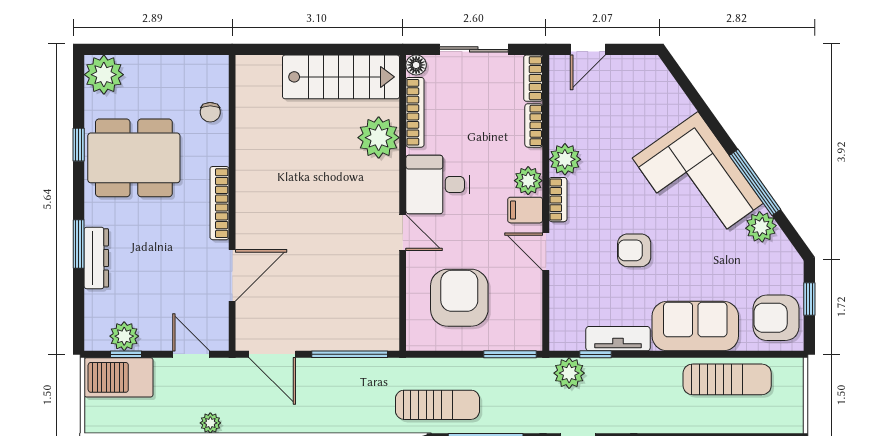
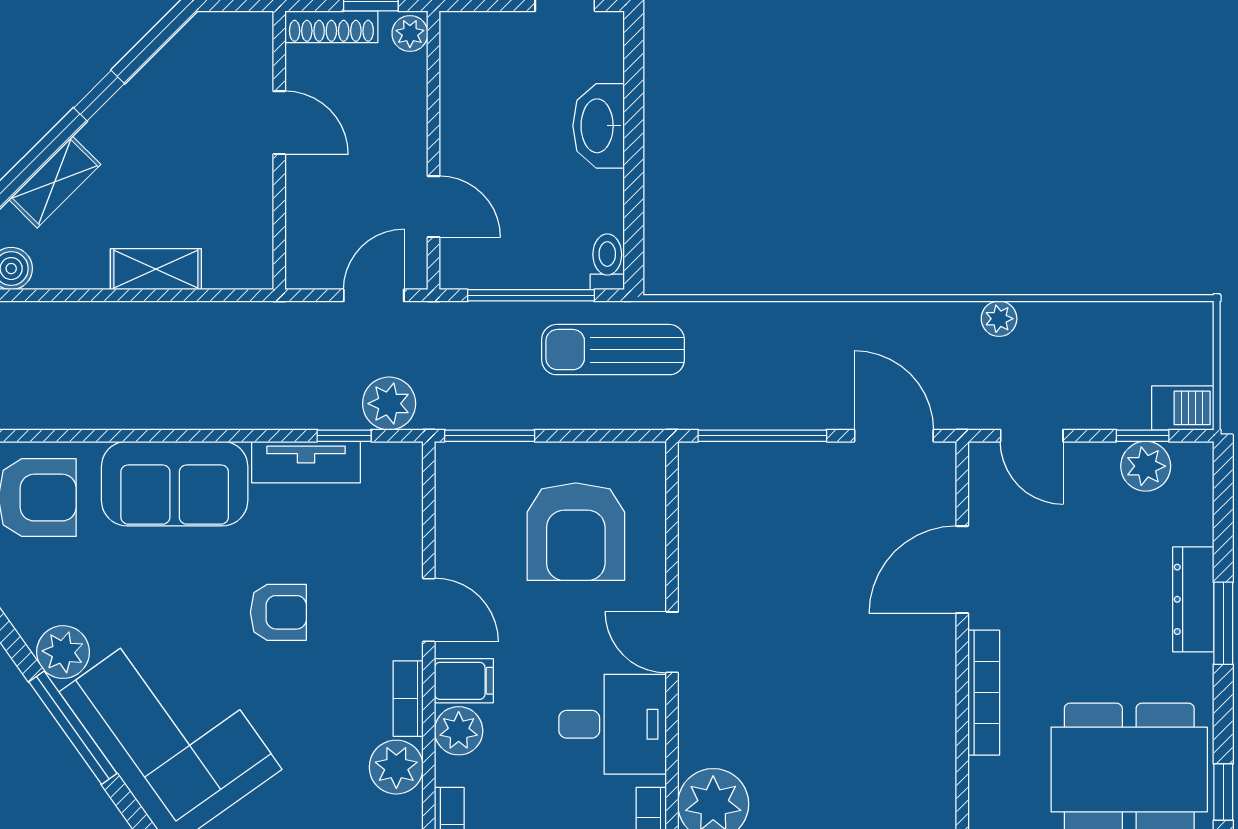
barbecue: (119, 377) -> (1183, 408), width x0.53, depth x0.65
sun lounger: (727, 379) -> (120, 393), removed

